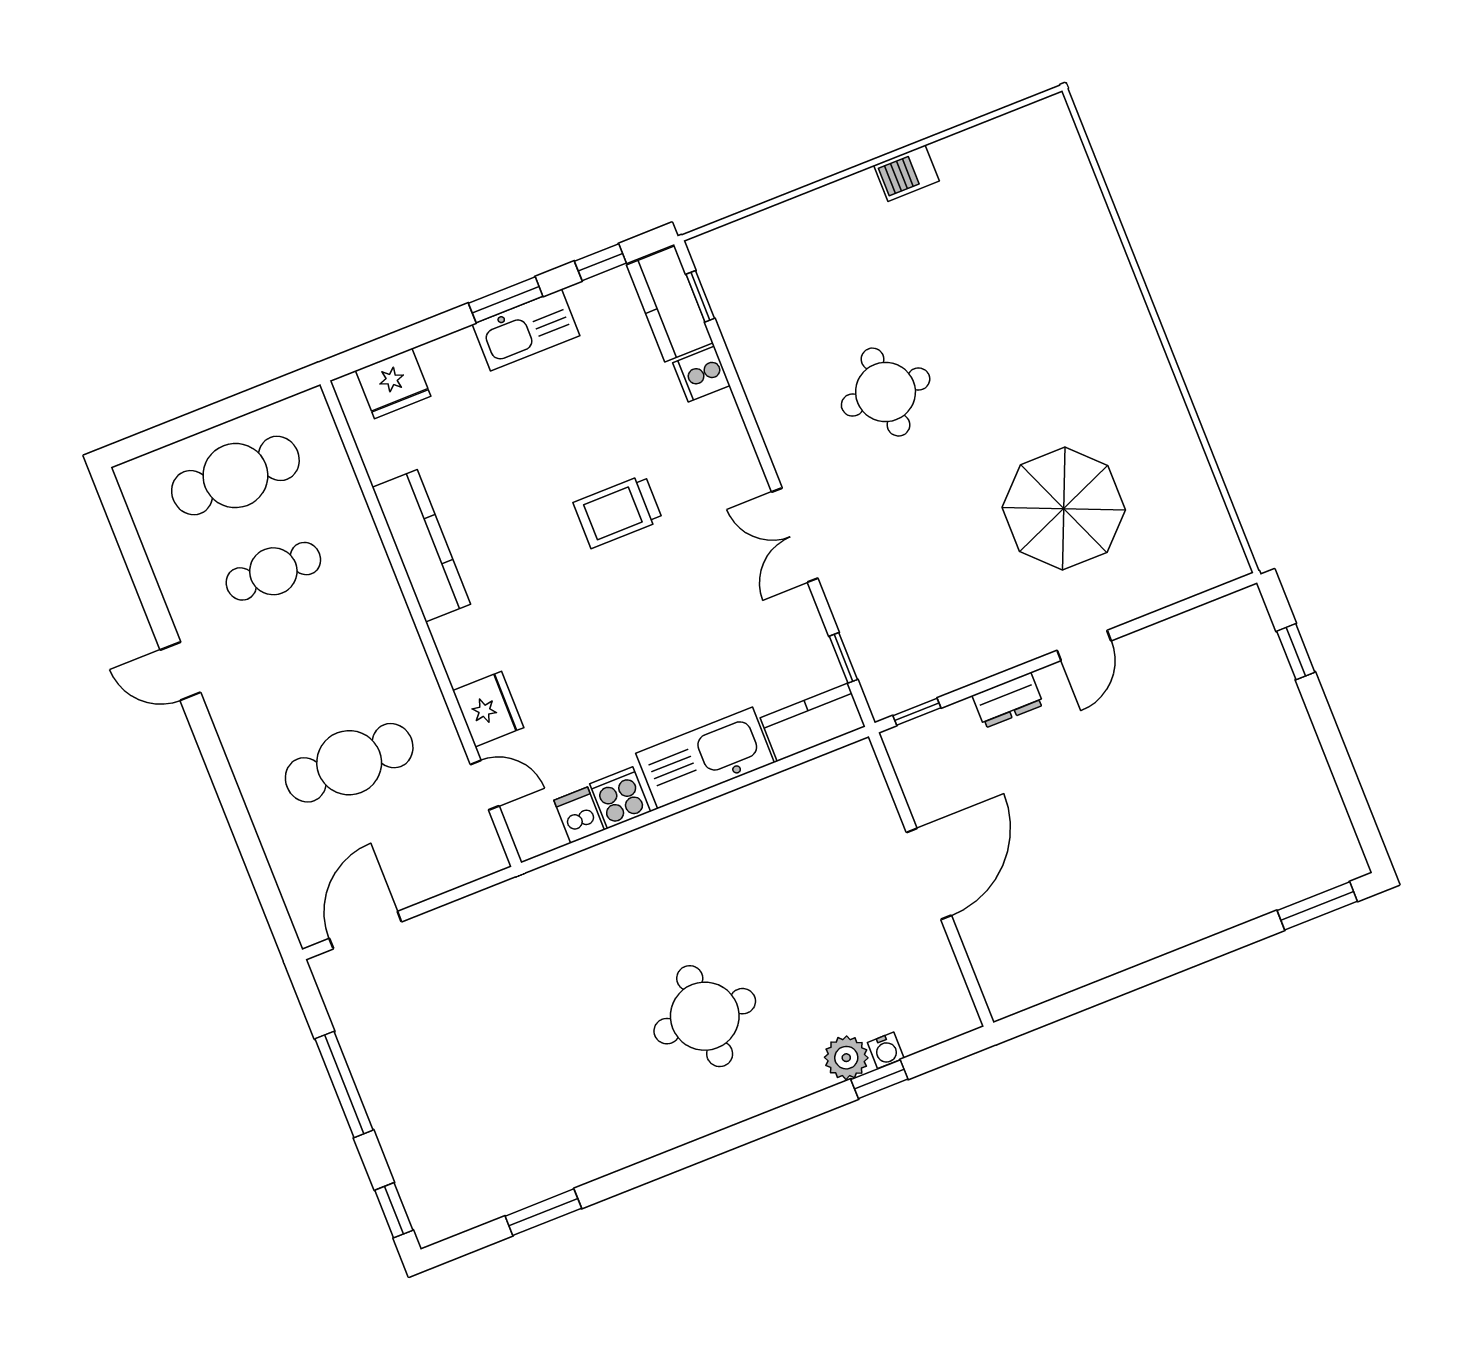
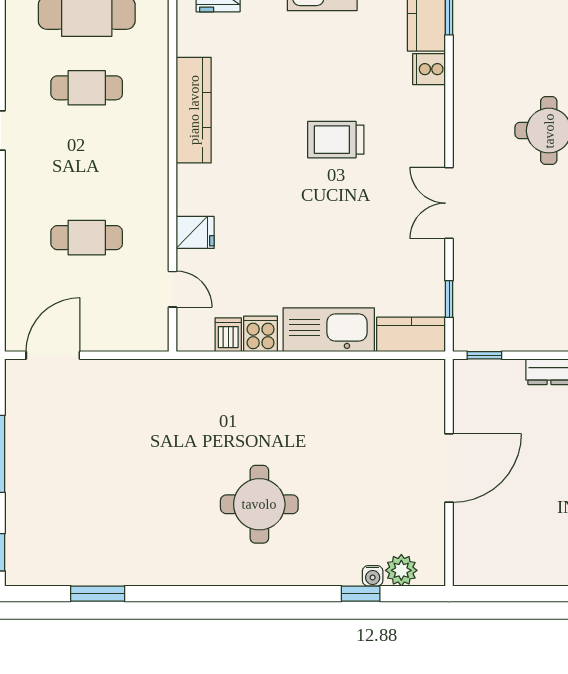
fridge: (488, 709) -> (195, 232), width x0.72
cafe table: (349, 763) -> (87, 238), width x0.73, depth x0.74
plant: (846, 1058) -> (401, 570), moved

